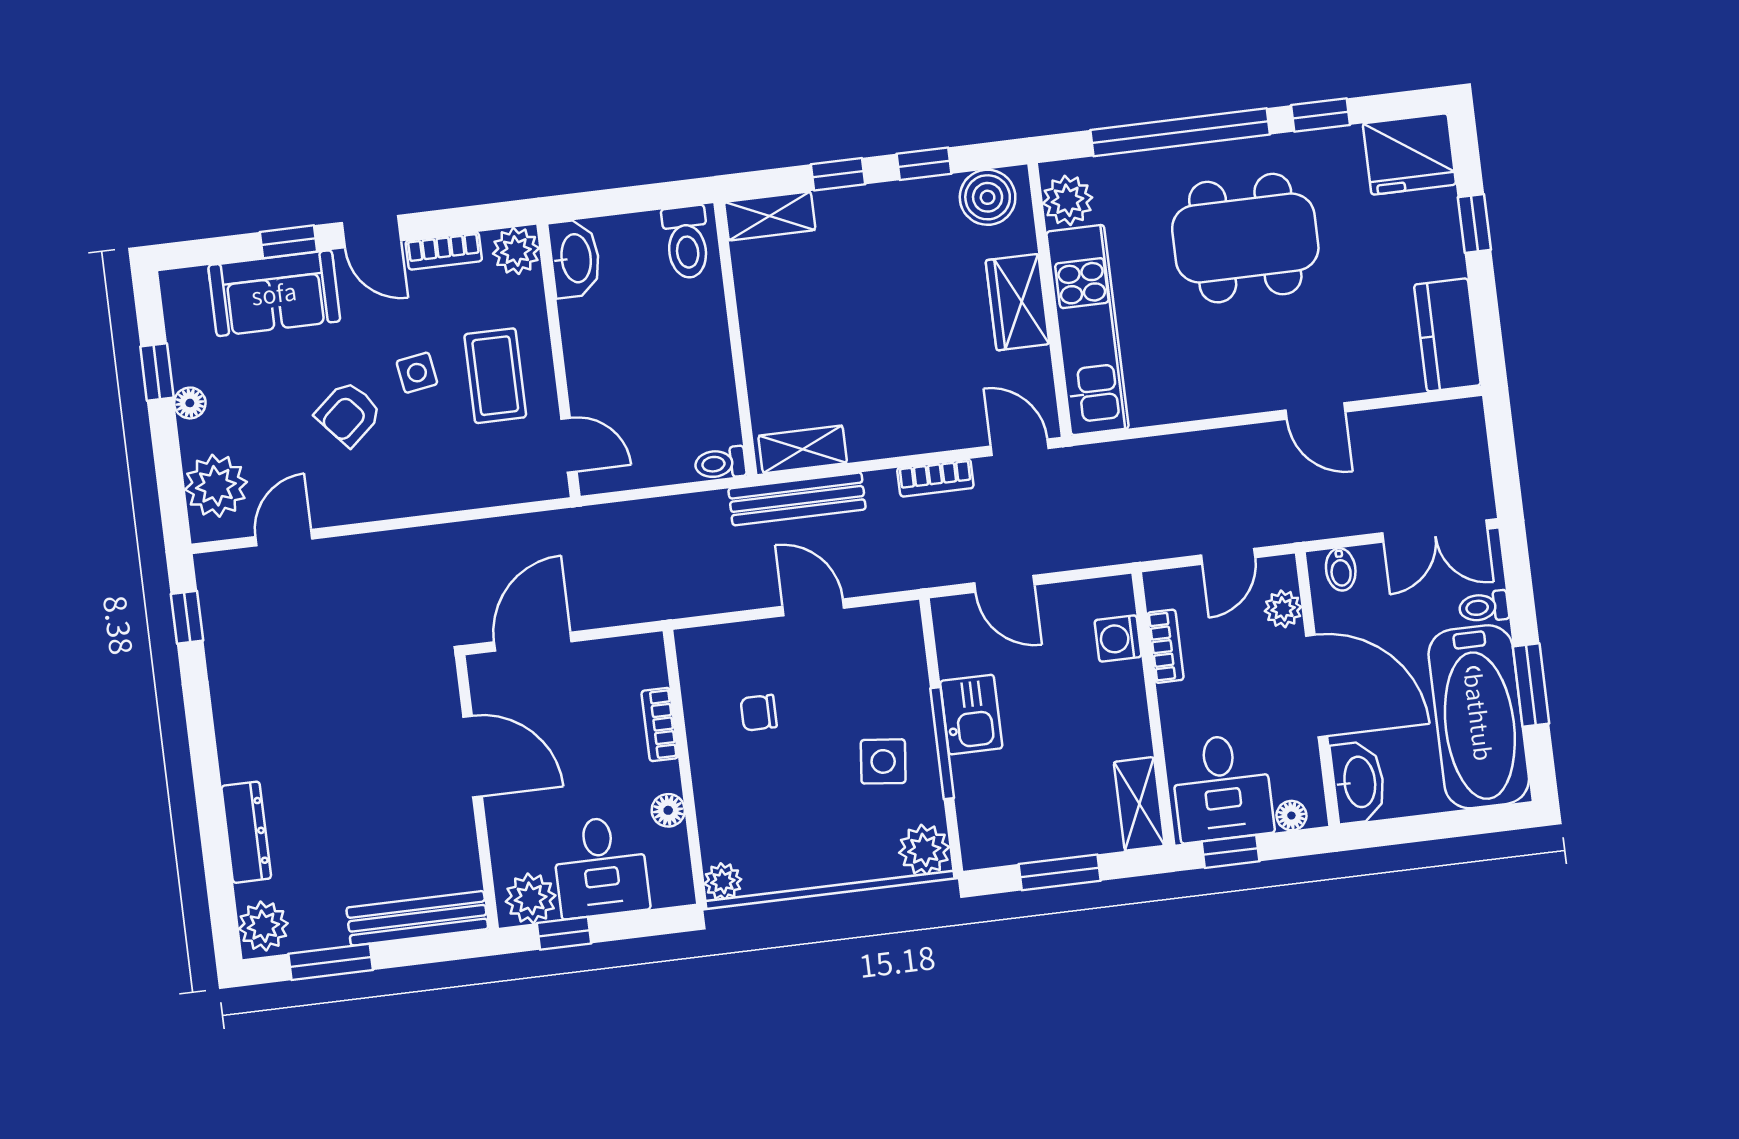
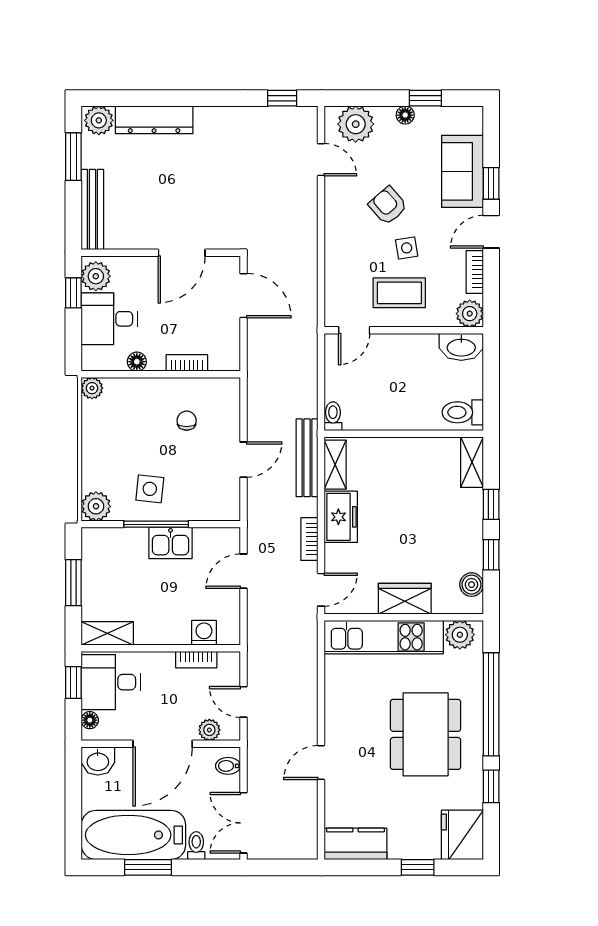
boiler: (988, 197) -> (472, 585), width x0.73, depth x0.73
freezer: (891, 429) -> (341, 517), added
washbasin: (1358, 782) -> (98, 761), width x0.72
dresser: (246, 832) -> (154, 120), width x1.37, depth x1.24

